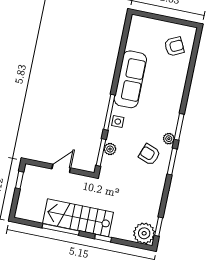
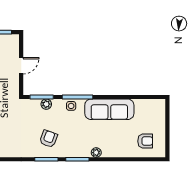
armchair: (174, 46) -> (145, 141), turned -64
plant: (169, 139) -> (96, 153), moved
door: (61, 168) -> (21, 66), hinge flipped

